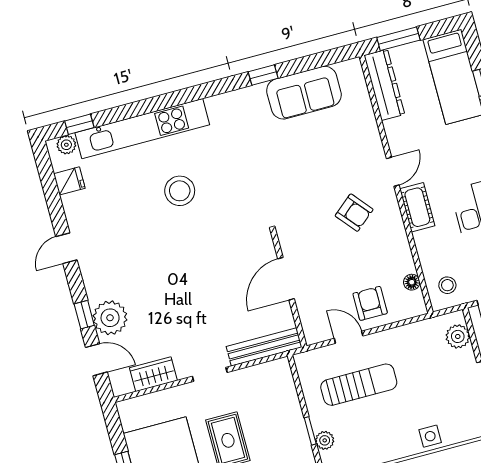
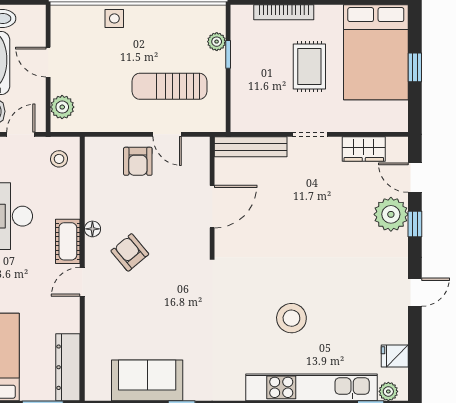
floor lamp: (412, 282) -> (92, 229), moved

